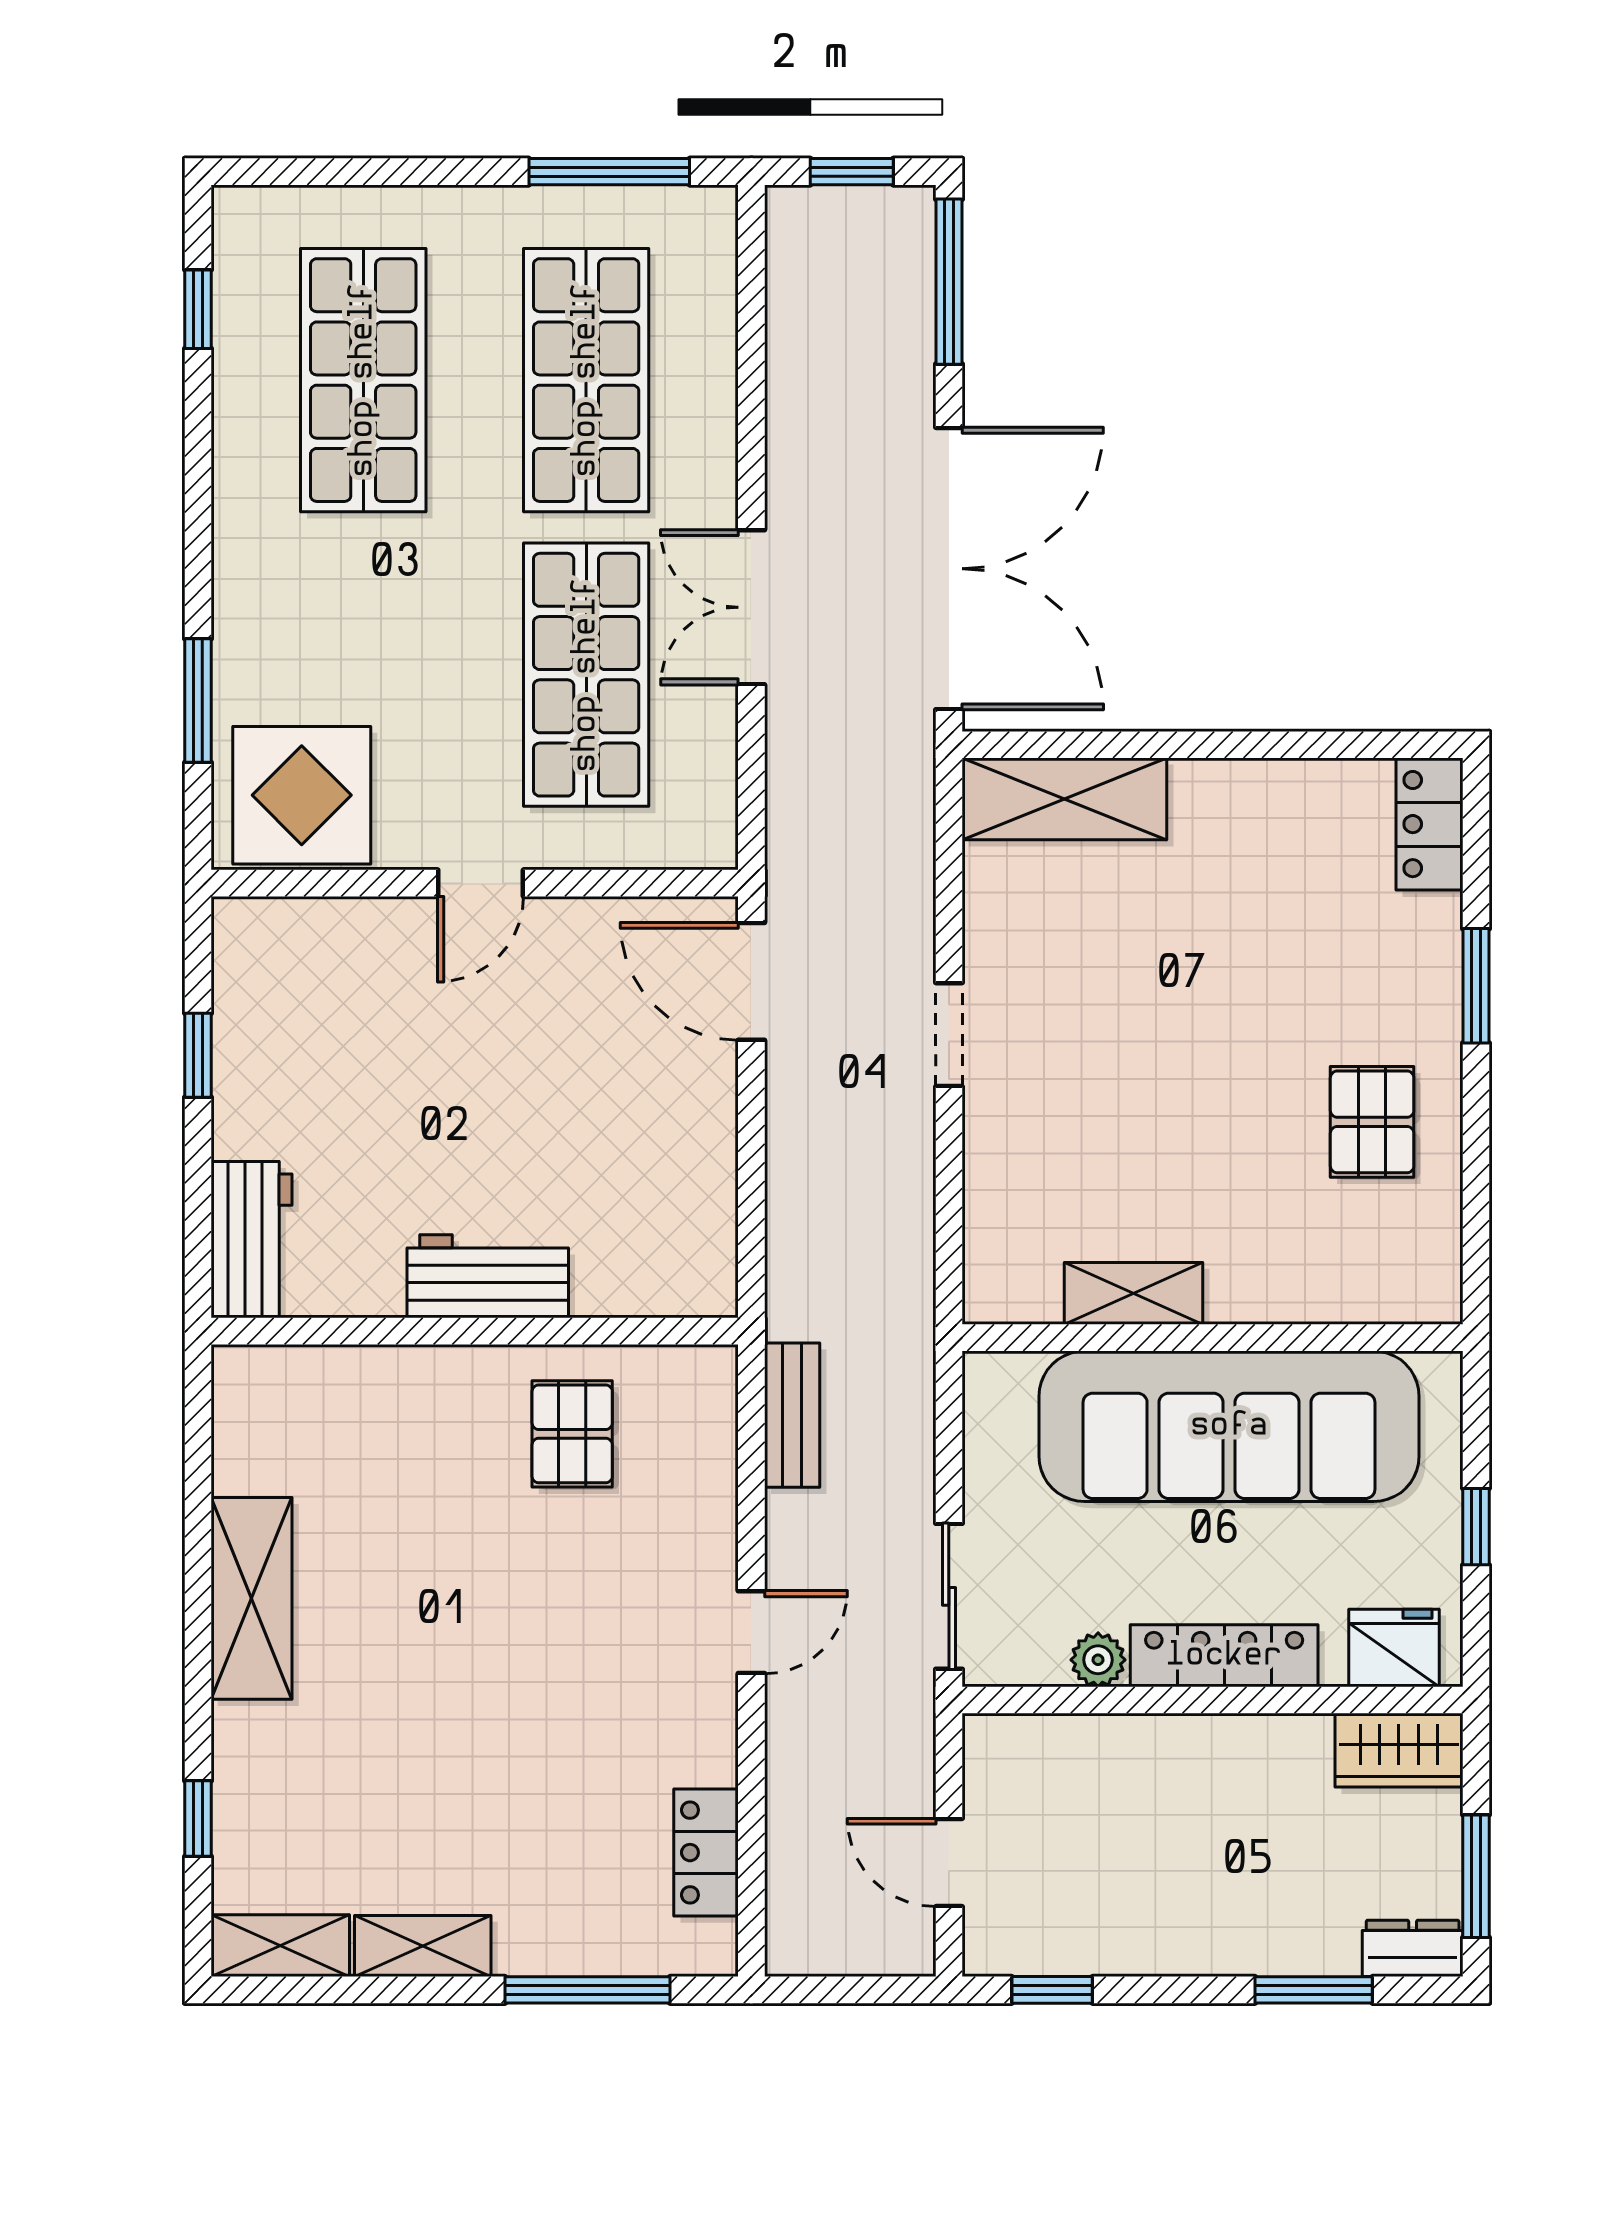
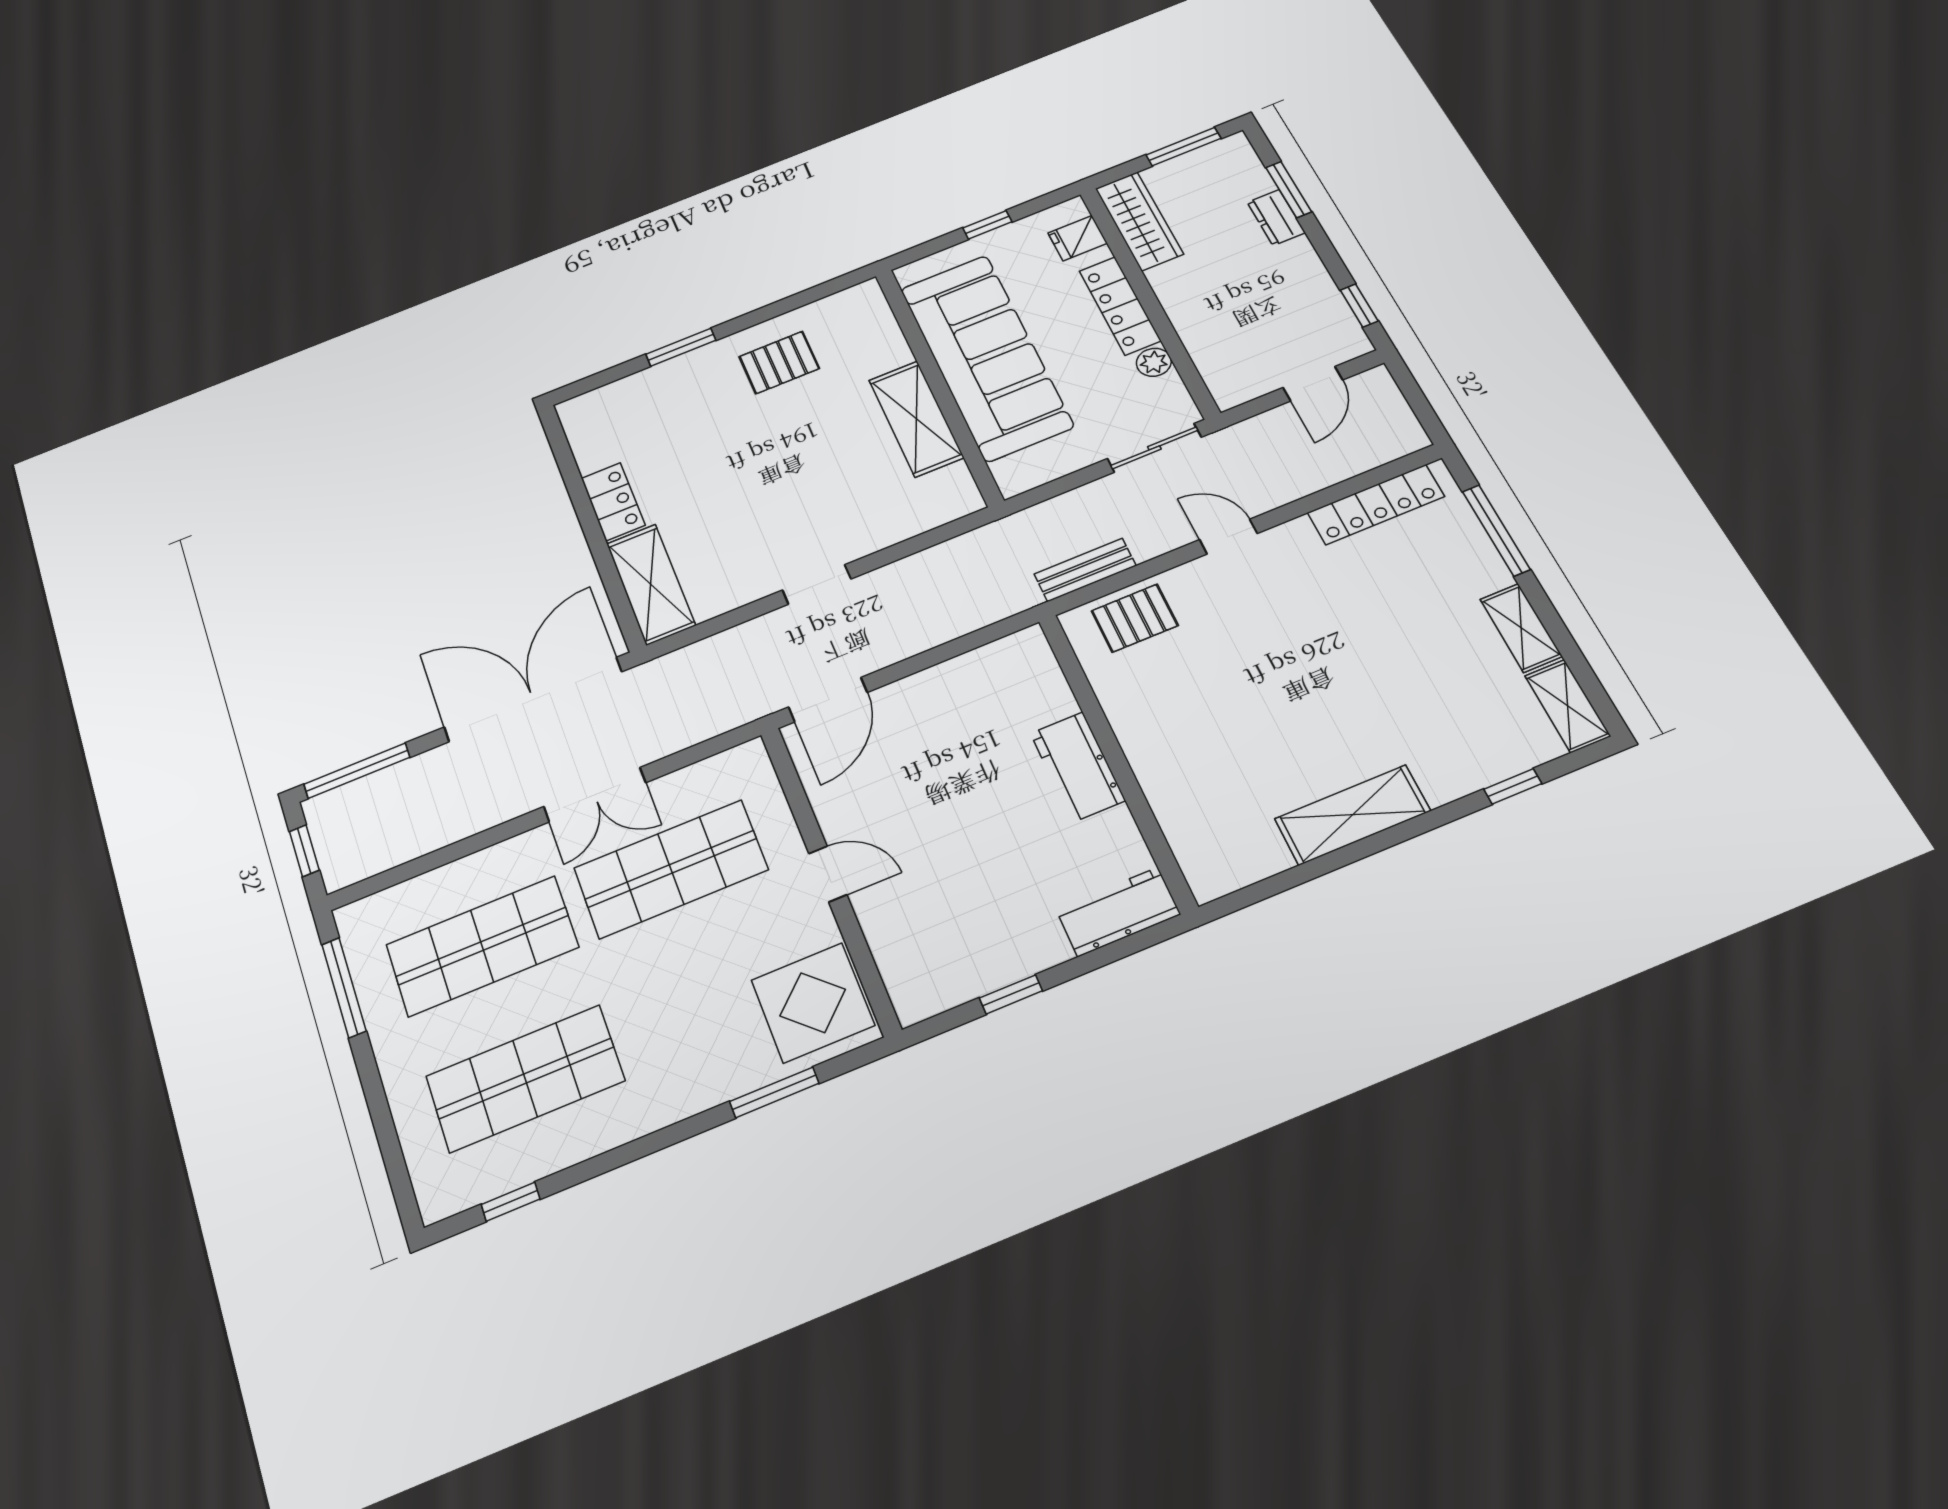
locker: (1429, 824) -> (613, 502), moved, turned -90
shelving: (1134, 1293) -> (916, 419), width x1.50, depth x1.33
pallet: (572, 1434) -> (1135, 618), moved
fridge: (1394, 1648) -> (1078, 238), width x0.72
wardrobe: (1399, 1750) -> (1139, 221), width x1.50
locker: (706, 1853) -> (1376, 505), width x1.53
dresser: (1413, 1948) -> (1276, 217), moved

